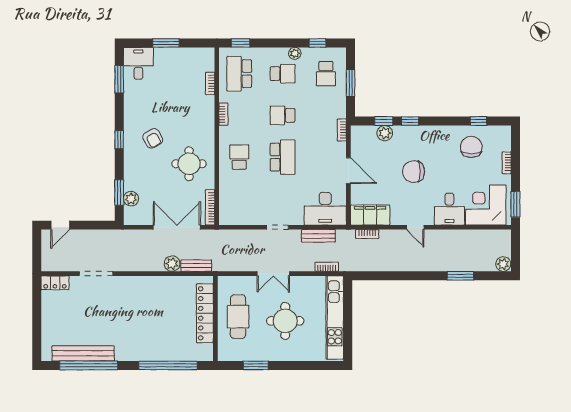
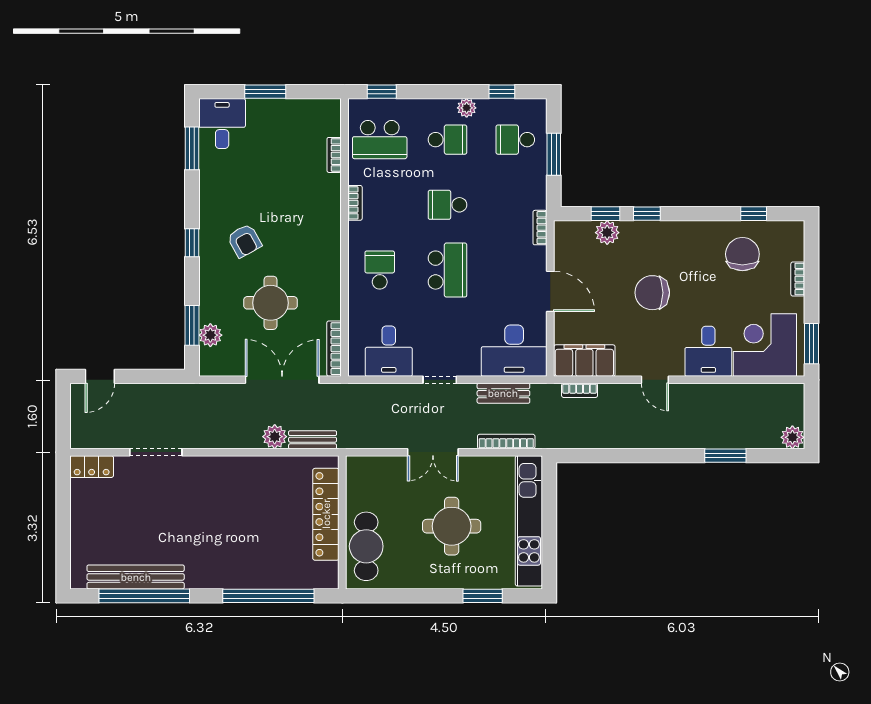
school desk: (239, 74) -> (380, 140), turned -90
school desk: (326, 74) -> (515, 140), turned 90
round table: (189, 164) -> (270, 303), moved
desk: (245, 209) -> (389, 351), added
bookcase: (327, 267) -> (506, 441), width x1.56
cafe table: (238, 317) -> (366, 546), moved
window: (256, 365) -> (483, 596), moved

